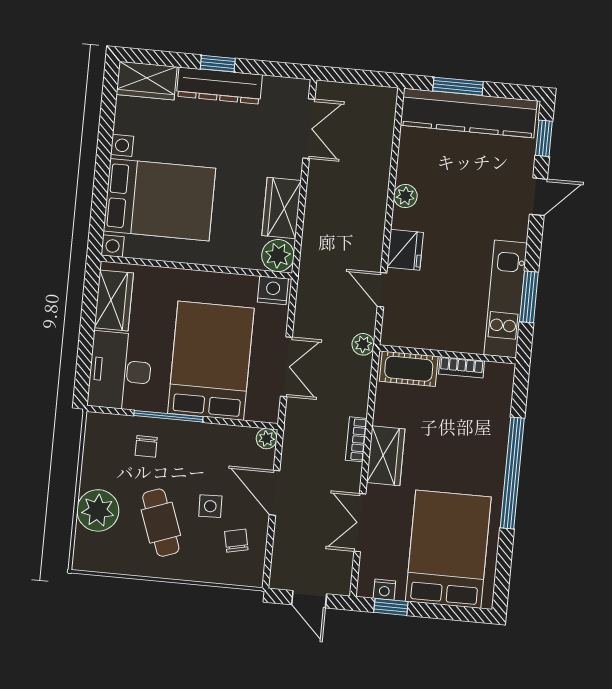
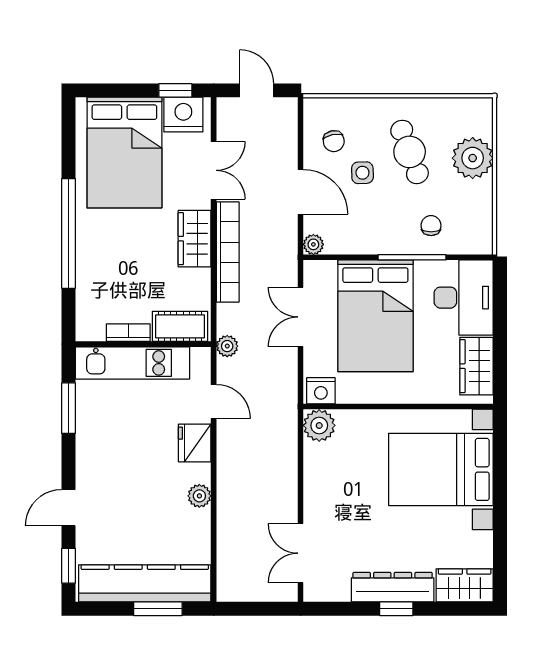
wardrobe: (282, 208) -> (320, 473), removed
kitchen unit: (505, 299) -> (132, 363), moved, turned 90
bookcase: (356, 439) -> (228, 252), width x2.31, depth x1.31
nightstand: (384, 590) -> (183, 115), width x1.89, depth x1.79

